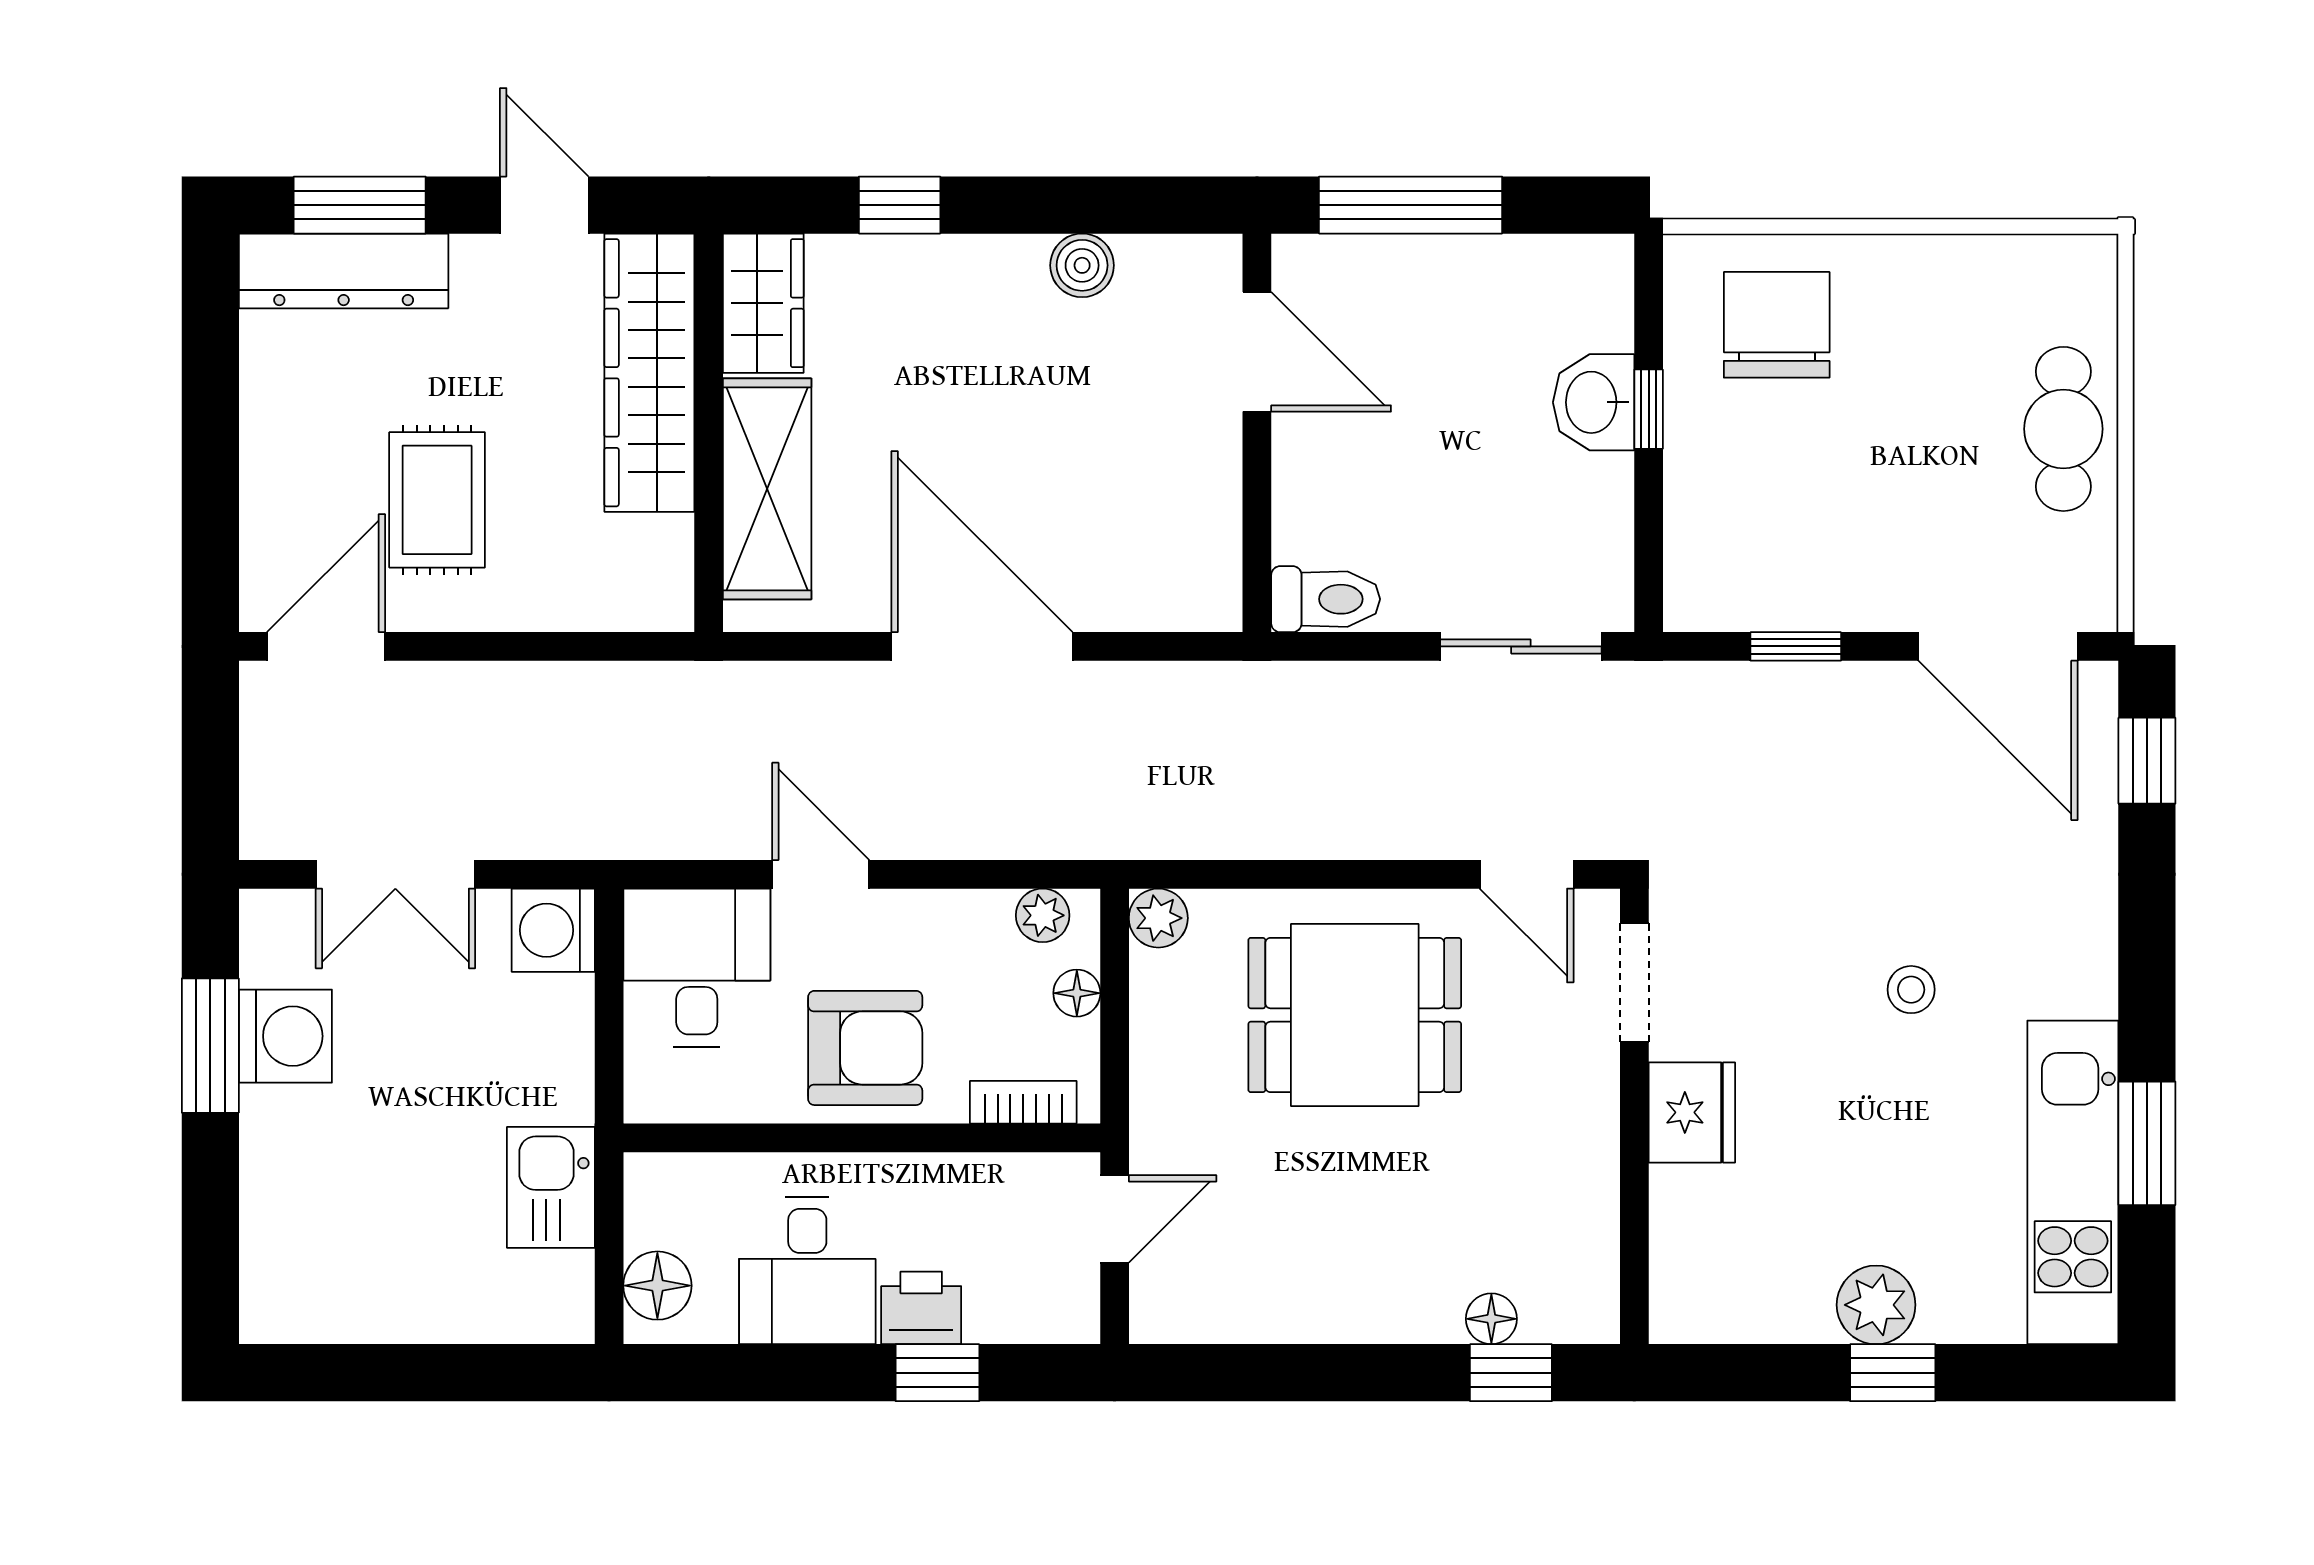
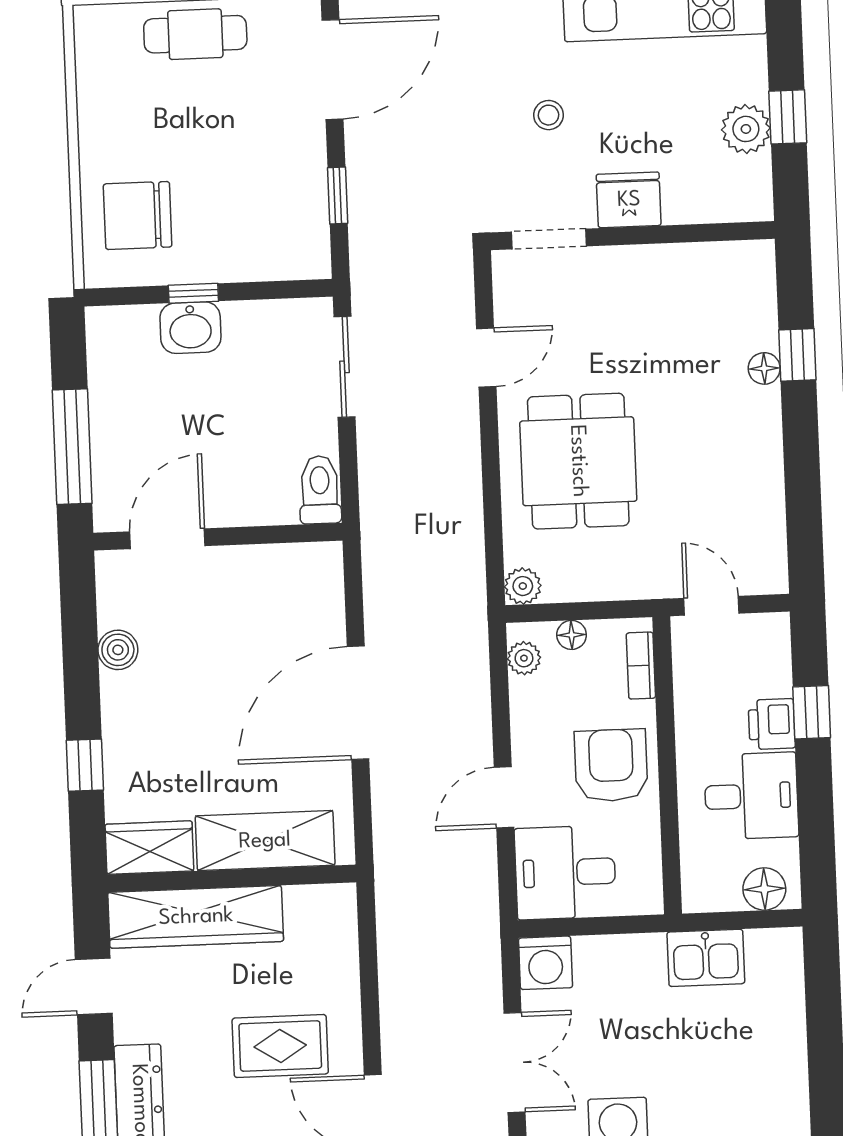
doorway: (1634, 982) -> (549, 239), moved
fridge: (1692, 1112) -> (629, 200), moved
wall: (1634, 1116) -> (633, 236), moved

